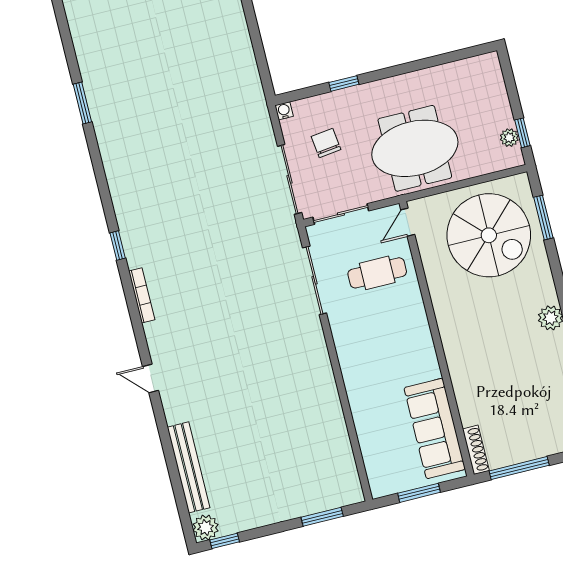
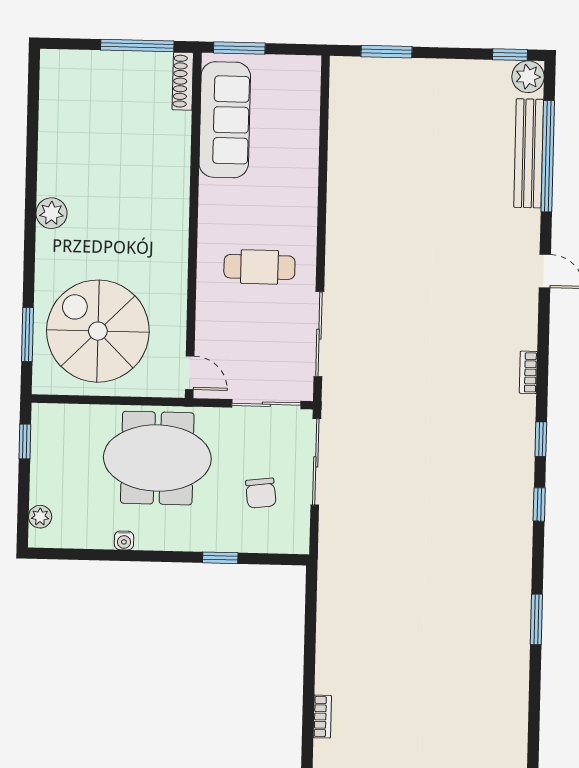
water cooler: (284, 111) -> (124, 540), moved
plant: (509, 138) -> (40, 517), moved
window: (105, 194) -> (539, 504), added
door: (408, 222) -> (190, 373), hinge flipped
cafe table: (377, 273) -> (259, 267), moved
bookcase: (142, 295) -> (528, 372), width x0.64
window: (173, 469) -> (548, 156), added
window: (419, 493) -> (239, 48), moved

